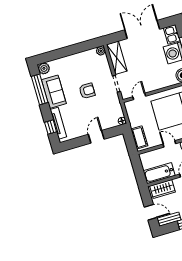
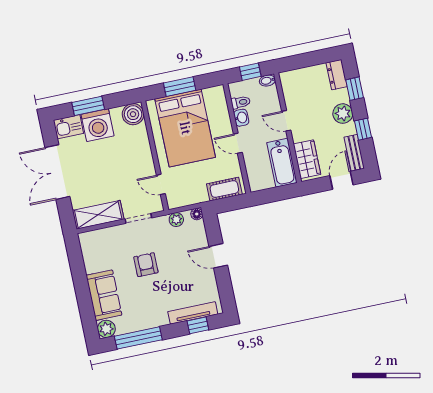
plant: (101, 51) -> (176, 220), moved
sofa: (54, 92) -> (104, 295), moved, turned 90
door: (169, 144) -> (238, 143), hinge flipped

